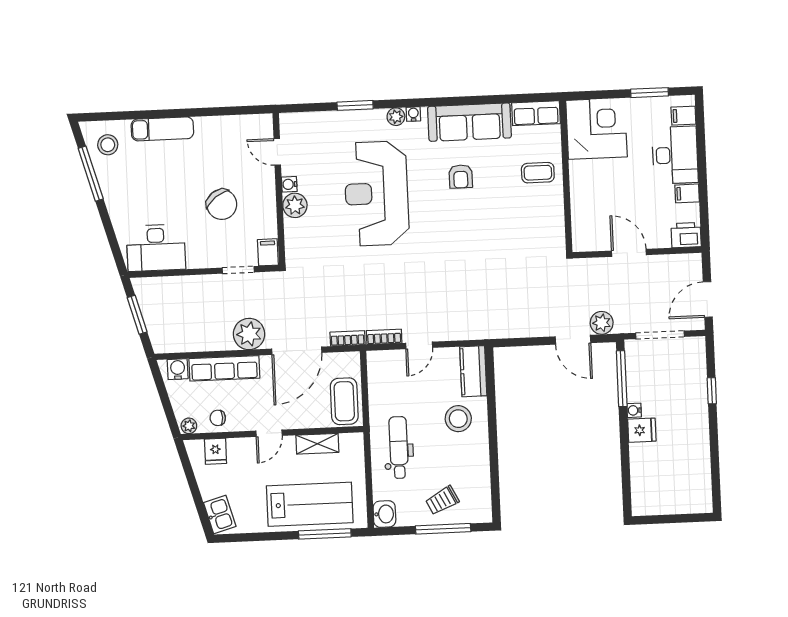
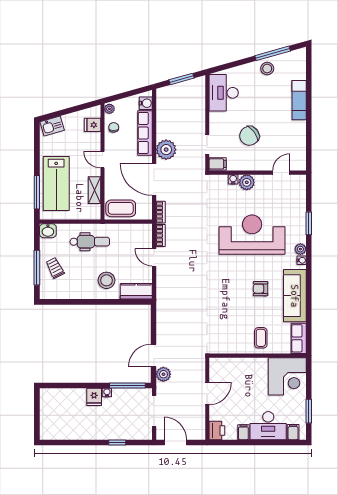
stool: (108, 145) -> (267, 69), moved
water cooler: (289, 184) -> (233, 179), moved

